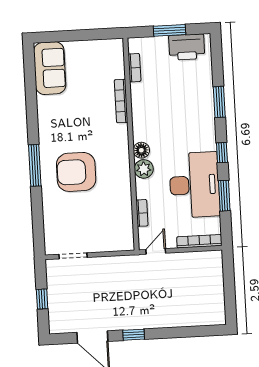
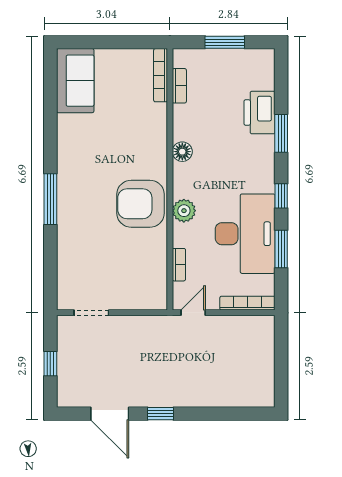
printer: (187, 47) -> (260, 113), moved, turned 90
bookcase: (121, 101) -> (161, 75), moved
floor lamp: (141, 150) -> (182, 152), moved
armchair: (76, 172) -> (141, 204), moved

